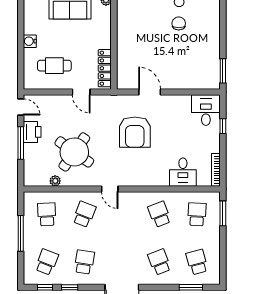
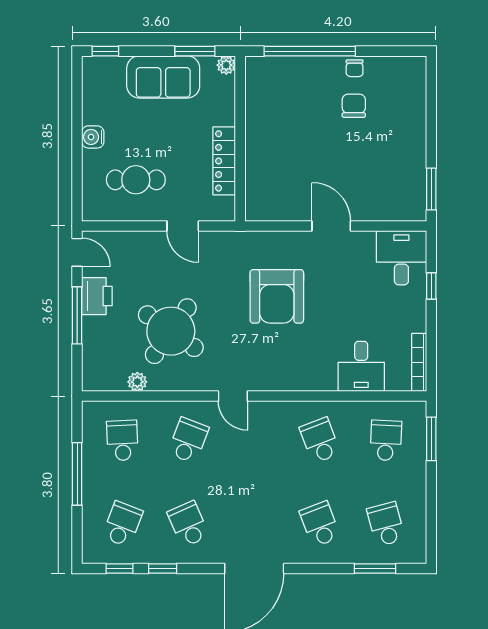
locker: (105, 68) -> (224, 161), moved
door: (150, 92) -> (331, 226), moved
school desk: (84, 262) -> (188, 524), turned -33

